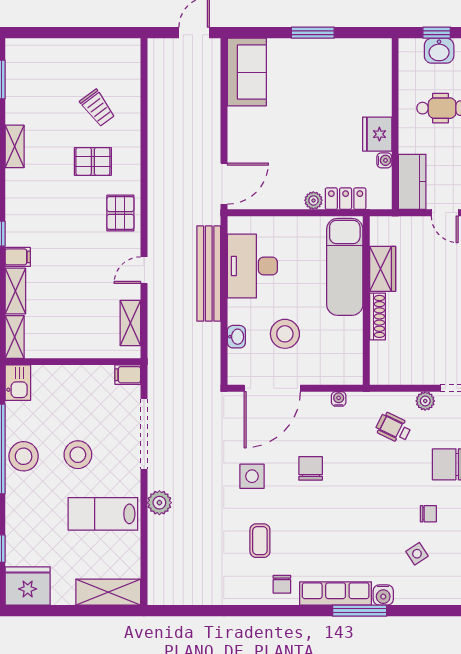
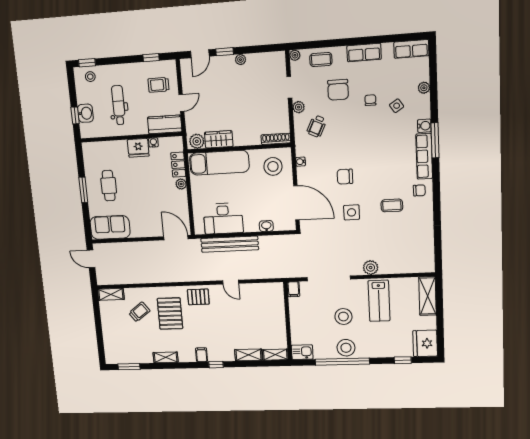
cafe table: (318, 77) -> (109, 186), added
pallet: (93, 161) -> (170, 314), width x1.50, depth x1.42
plant: (382, 233) -> (197, 141), added
filing cabinet: (18, 257) -> (202, 355), moved
shoe rack: (378, 316) -> (276, 139), moved
shelving: (130, 323) -> (111, 294), moved
stool: (285, 334) -> (273, 166), moved
plant: (442, 596) -> (424, 88), added

